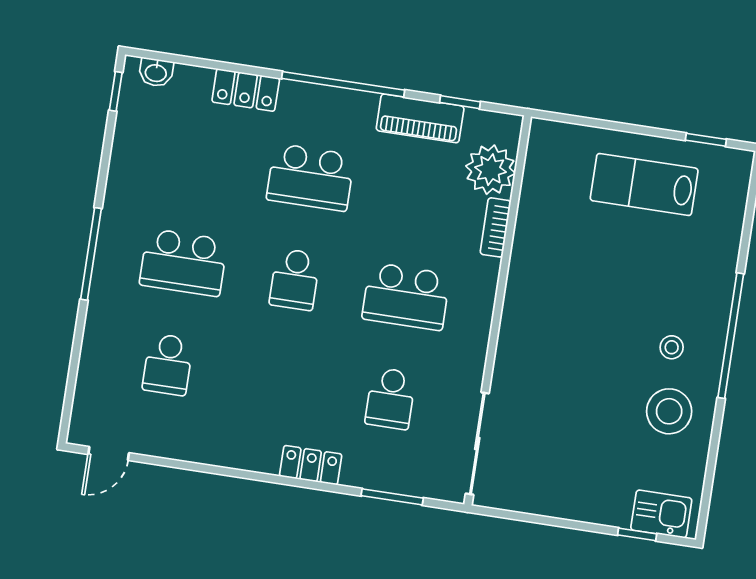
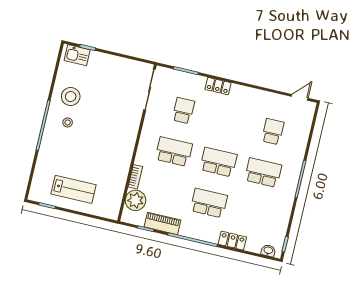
school desk: (295, 279) -> (218, 162), width x1.85

